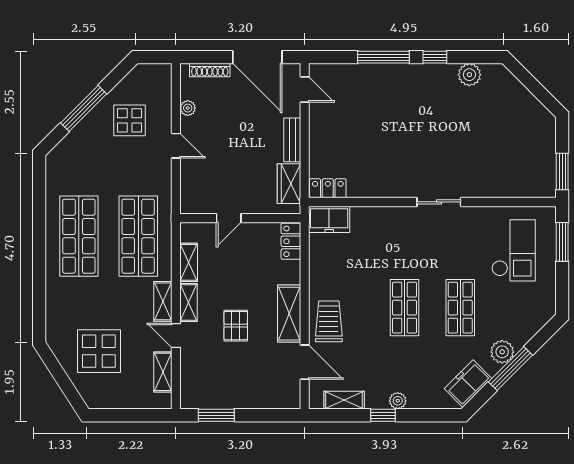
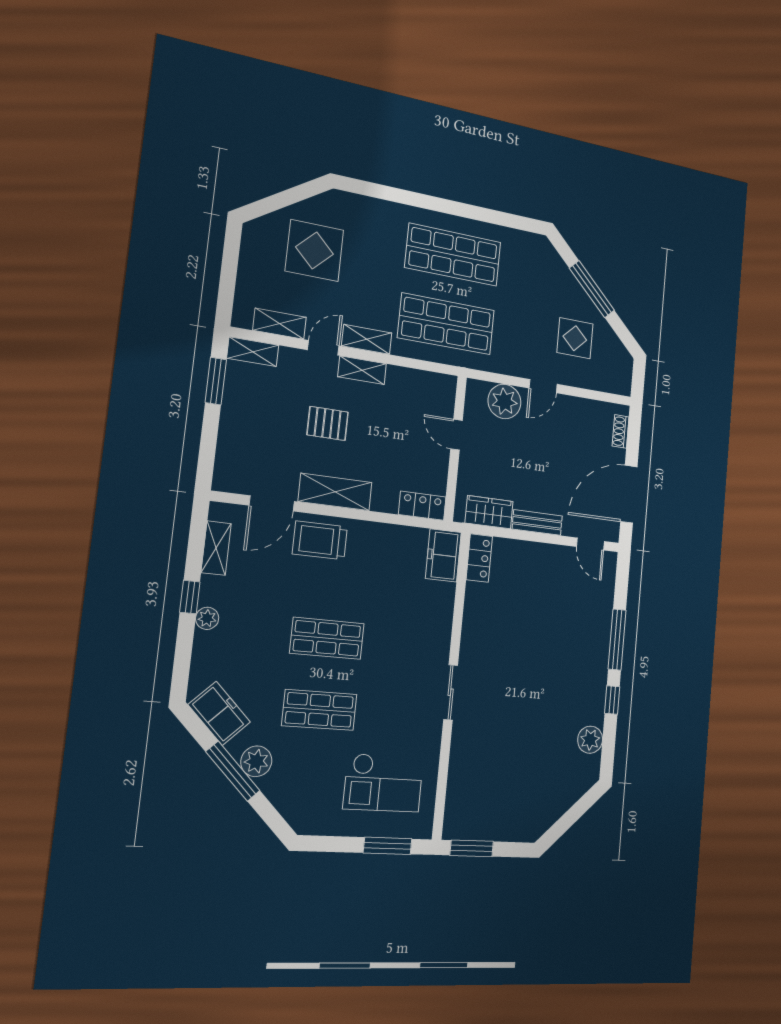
shoe rack: (210, 70) -> (621, 431), width x0.70
door: (305, 89) -> (590, 544), hinge flipped
plant: (188, 108) -> (504, 401), moved, width x1.88, depth x1.88
shelving: (189, 262) -> (253, 352), moved
trolley: (329, 321) -> (320, 540), turned 180

